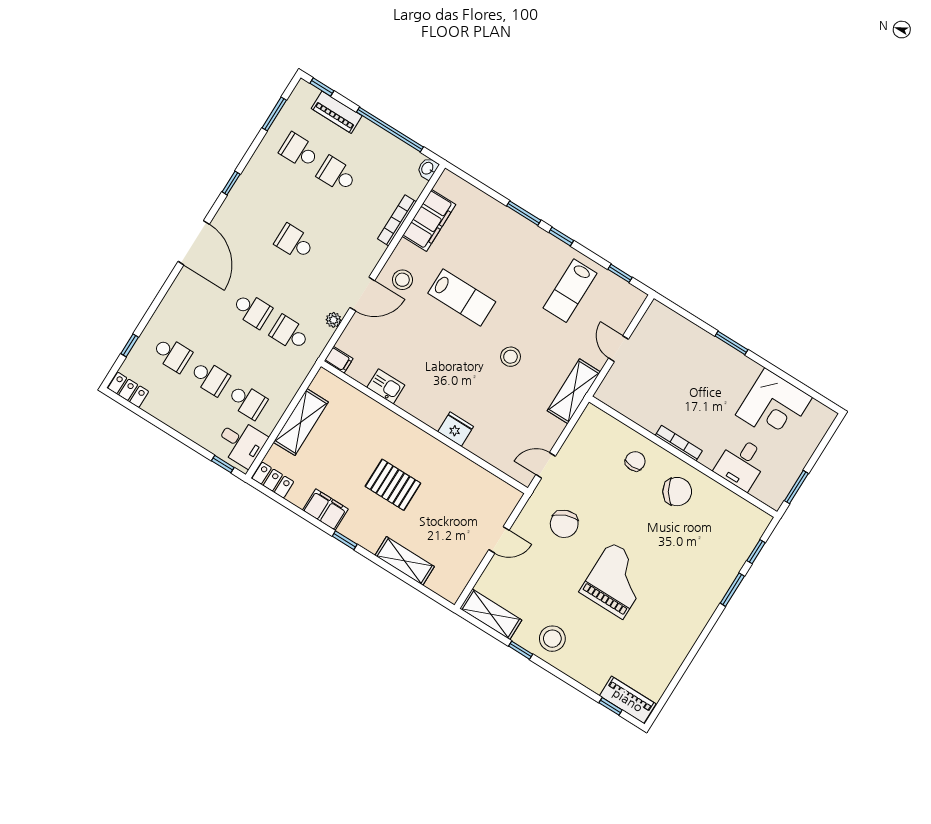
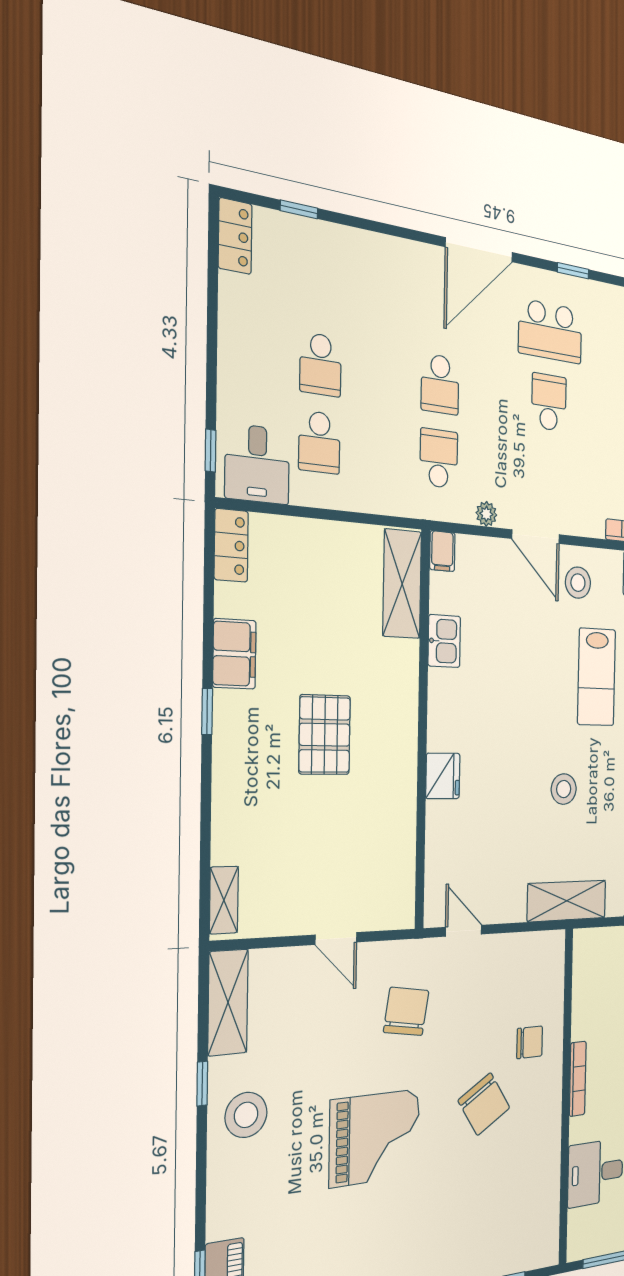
school desk: (172, 354) -> (550, 331), moved, width x1.85
shelving: (301, 422) -> (402, 584), moved, turned 90
chair: (677, 492) -> (484, 1104), moved
chair: (564, 524) -> (406, 1011), turned 120
shelving: (405, 561) -> (224, 900), moved, width x0.67, depth x0.75

